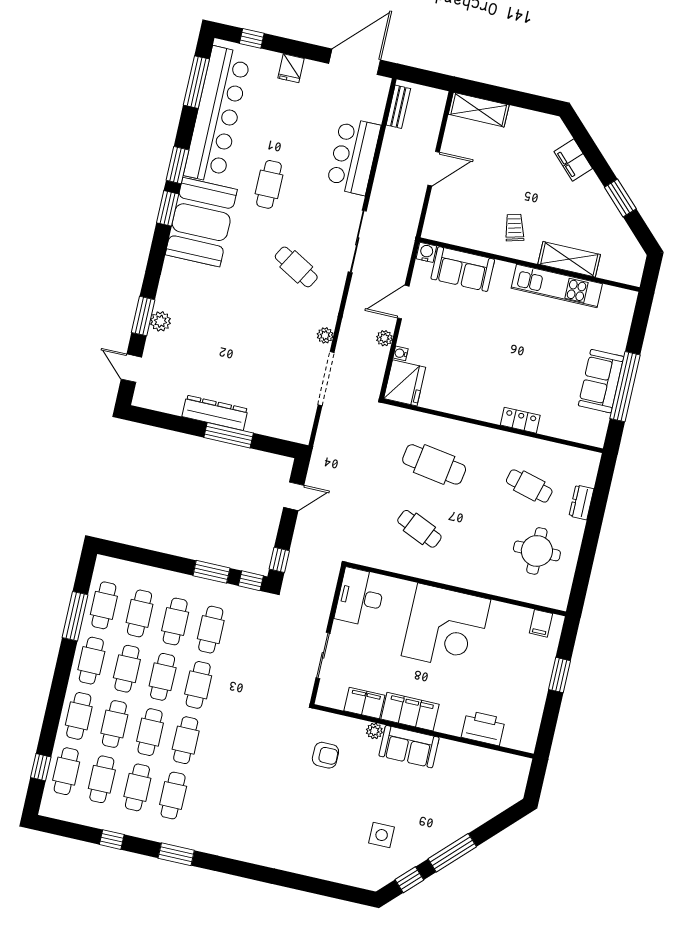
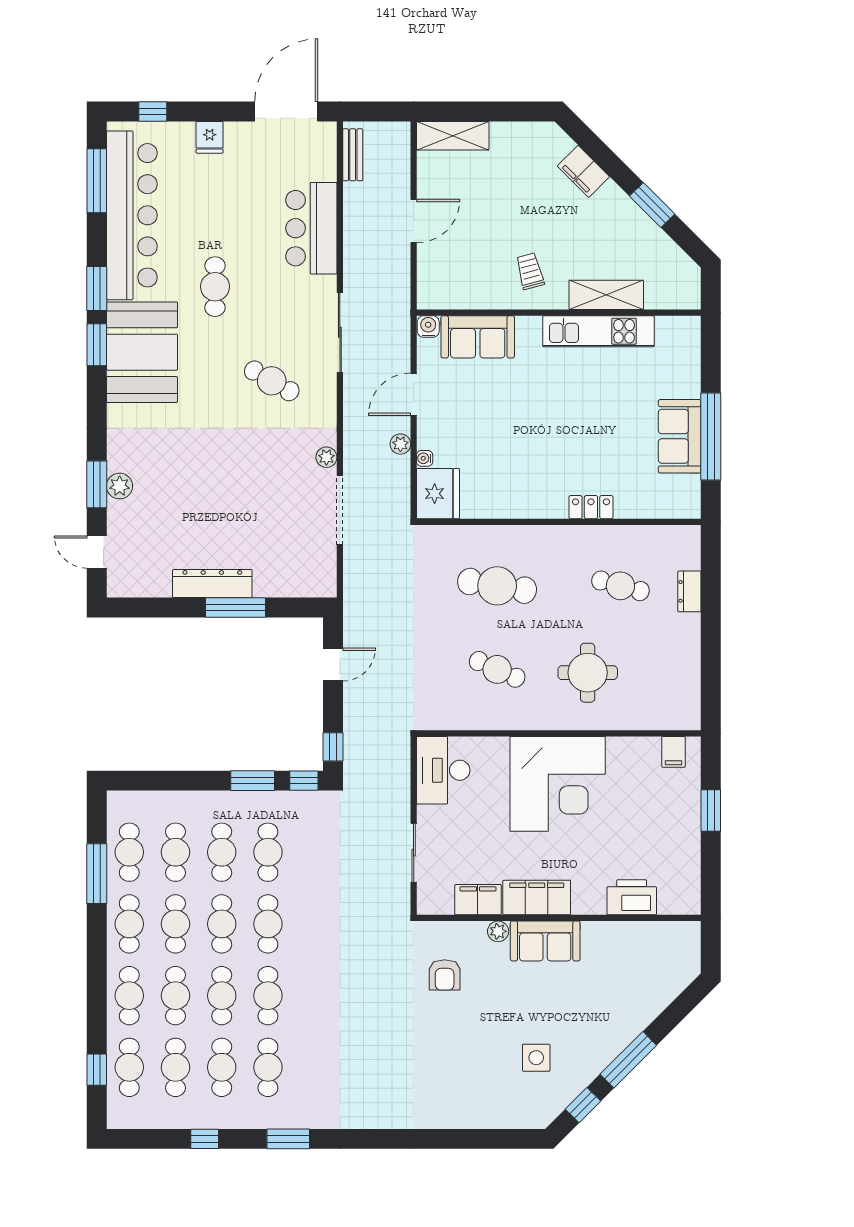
round table: (537, 551) -> (588, 673), moved
armchair: (325, 755) -> (445, 975), turned 90

